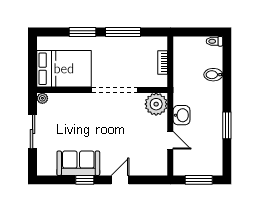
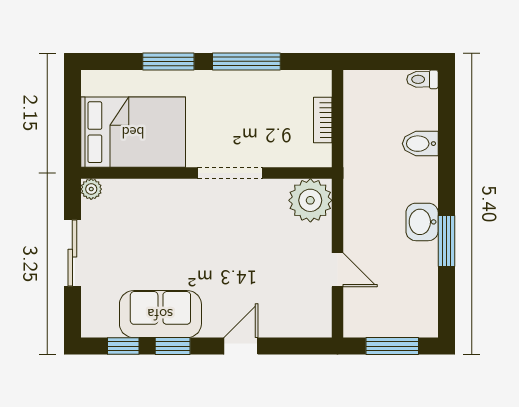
doorway: (115, 90) -> (230, 173), width x0.73
washbasin: (182, 115) -> (422, 222), moved, turned 180
window: (59, 180) -> (123, 346), added

